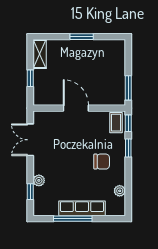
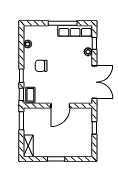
shelving: (40, 54) -> (28, 146), moved
door: (76, 108) -> (60, 106), hinge flipped
double door: (30, 140) -> (94, 82), width x1.37
row of seats: (82, 208) -> (75, 31), moved

